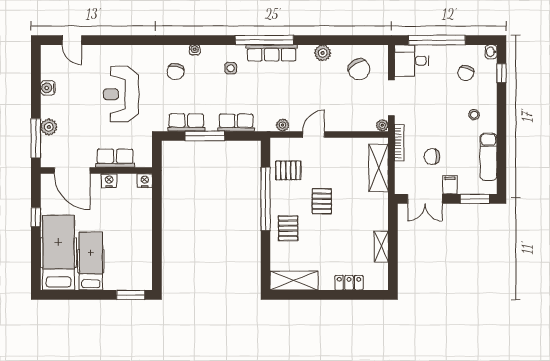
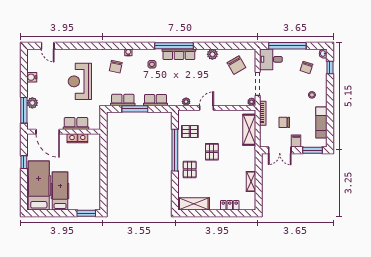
nightstand: (145, 181) -> (83, 138), moved

